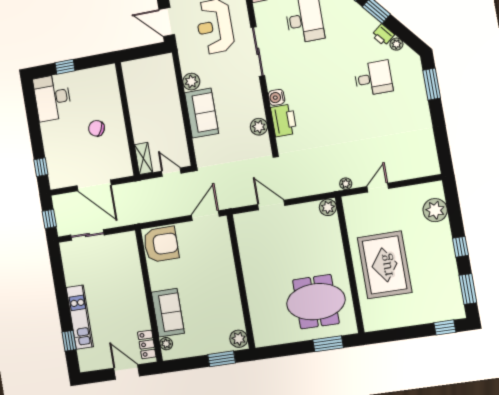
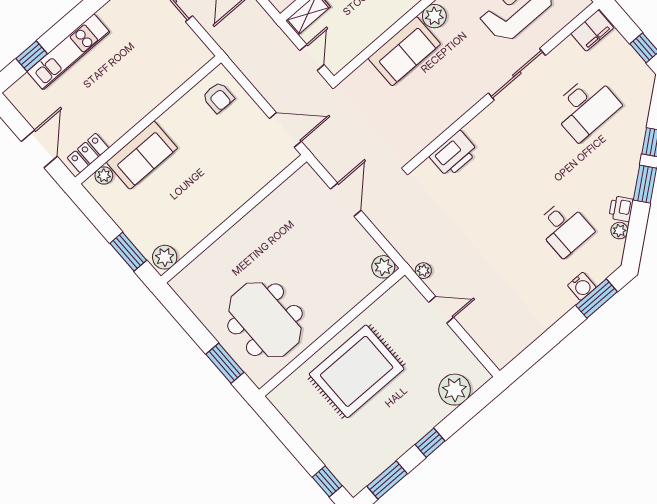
water cooler: (276, 97) -> (582, 286), moved, turned 180
plant: (259, 127) -> (429, 129), removed
armchair: (161, 244) -> (218, 97), width x0.53, depth x0.53

